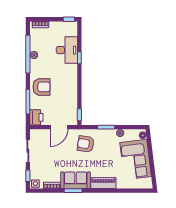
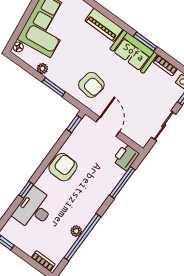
armchair: (42, 87) -> (63, 167), moved, turned 91
door: (59, 127) -> (108, 127), hinge flipped

